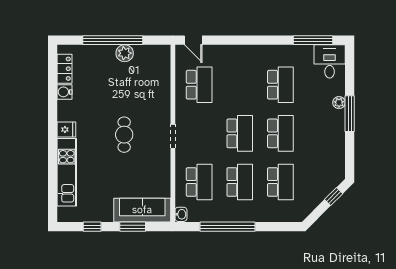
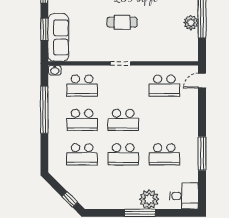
window: (313, 40) -> (202, 153), moved
plant: (339, 103) -> (149, 199), width x1.87, depth x1.87

